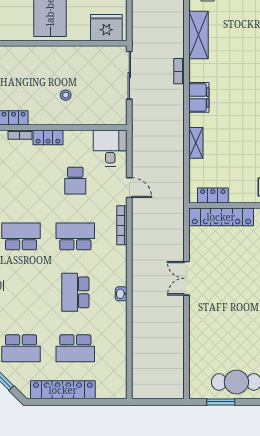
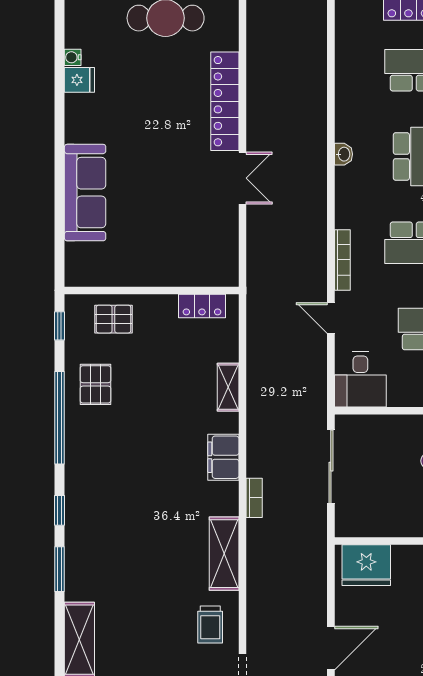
sliding door: (129, 75) -> (331, 467), moved
locker: (221, 217) -> (225, 101), moved, turned -90

